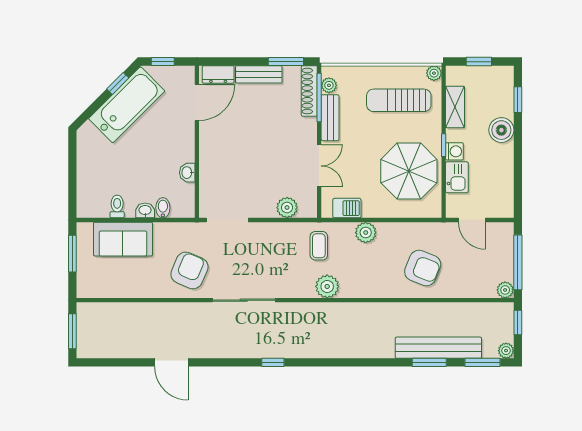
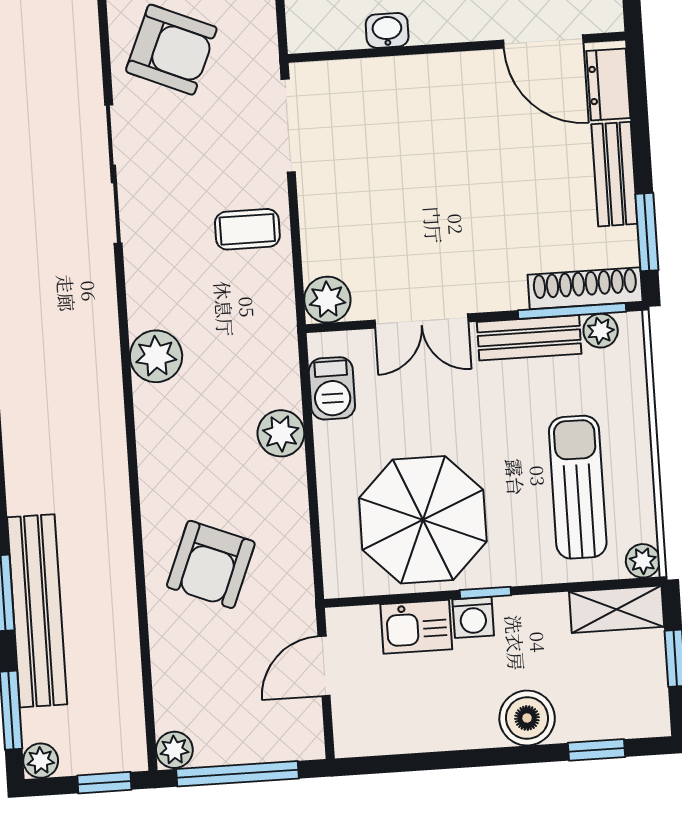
shelving: (455, 107) -> (617, 609), moved
plant: (287, 208) -> (327, 300), moved
coffee table: (319, 246) -> (247, 229), moved

